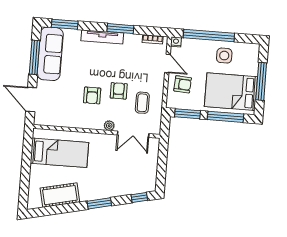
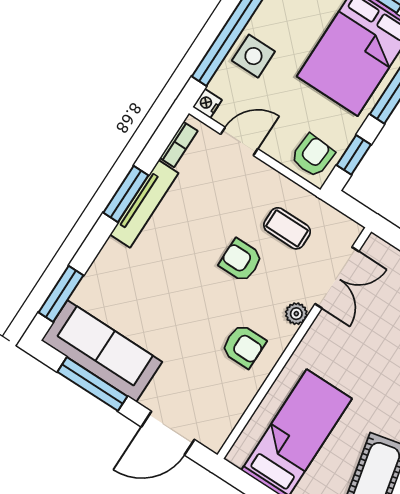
tv unit: (102, 37) -> (144, 204), moved
side table: (224, 56) -> (253, 56), moved
armchair: (183, 84) -> (313, 156), moved
armchair: (92, 95) -> (244, 346), moved
window: (187, 114) -> (354, 155), width x0.67

